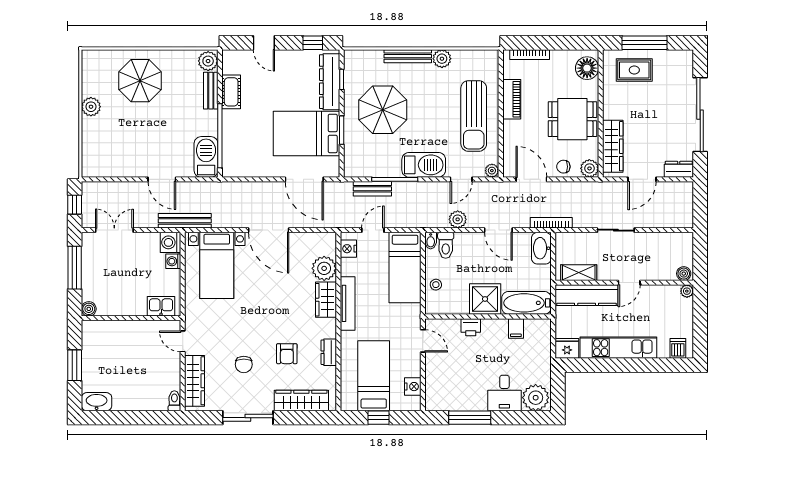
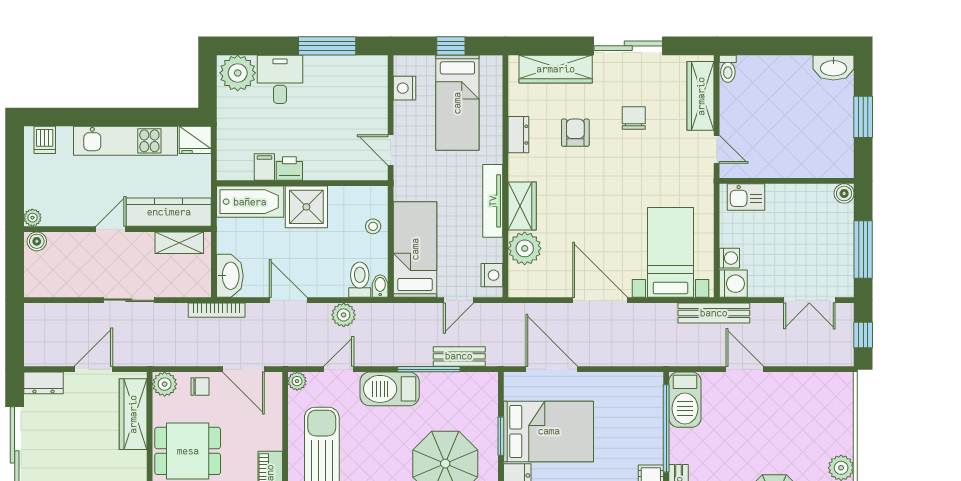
printer: (471, 327) -> (289, 169), moved

